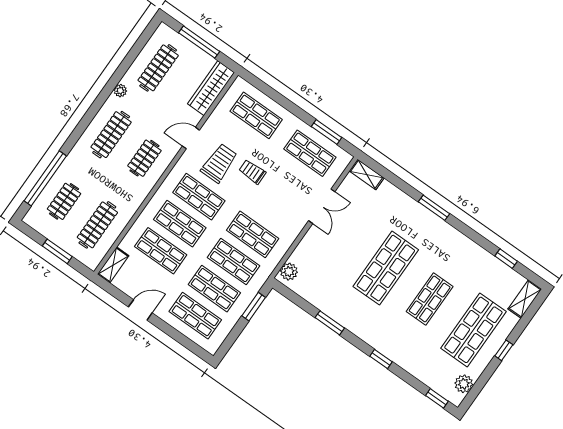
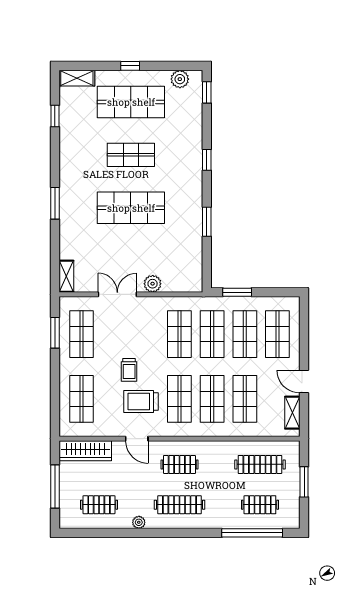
clothes rail: (158, 68) -> (99, 505), width x0.73
shelving: (113, 265) -> (292, 413), moved, turned 90
plant: (289, 272) -> (153, 284), moved

